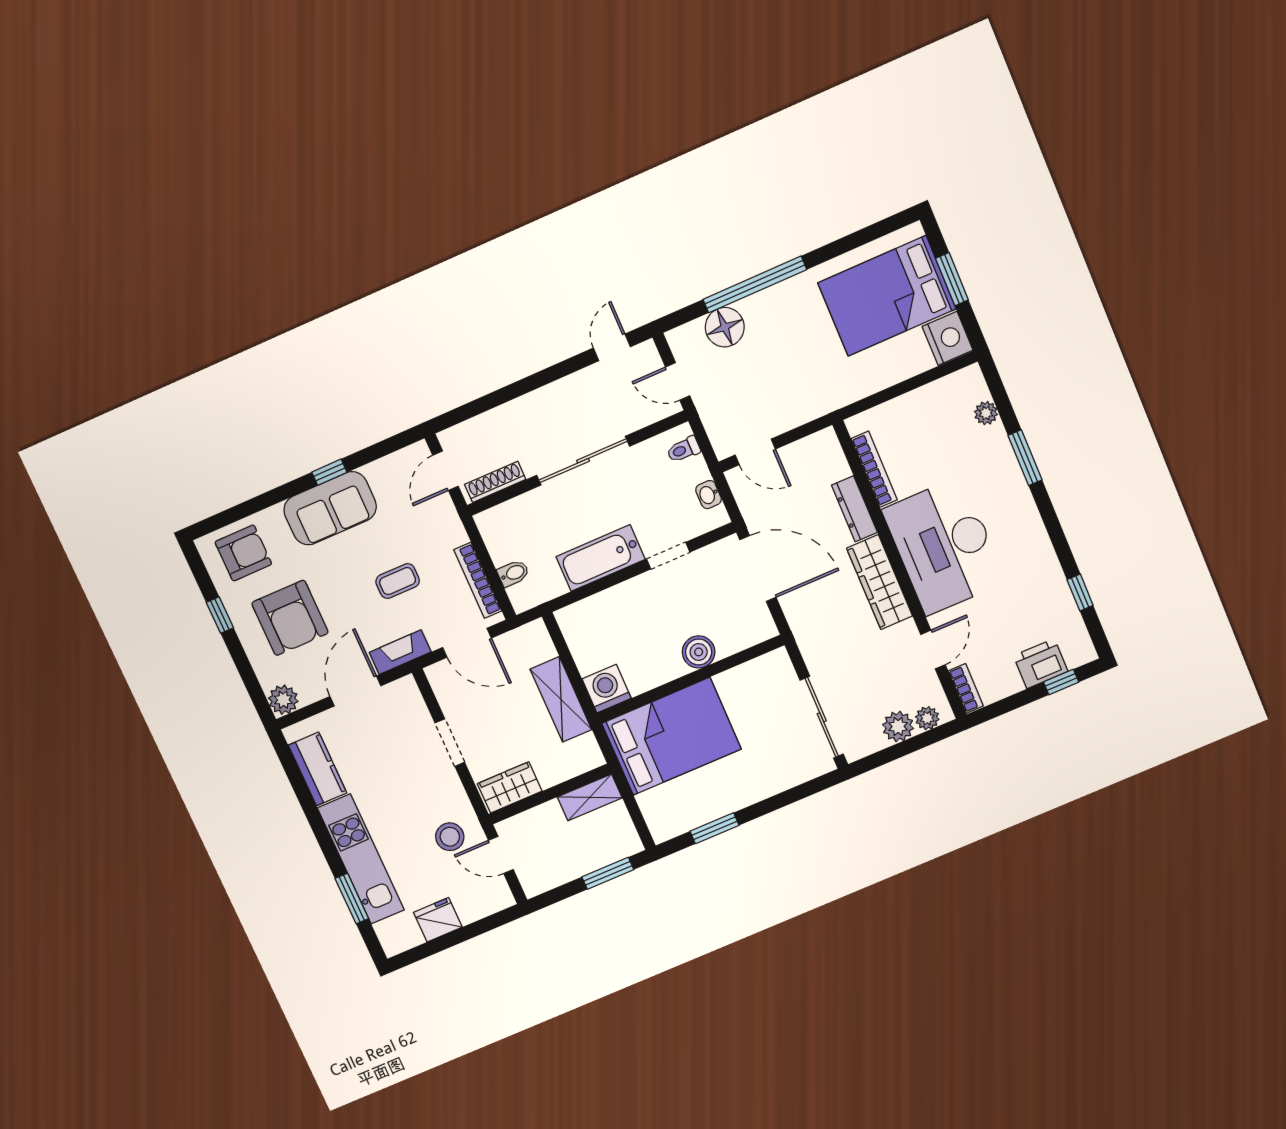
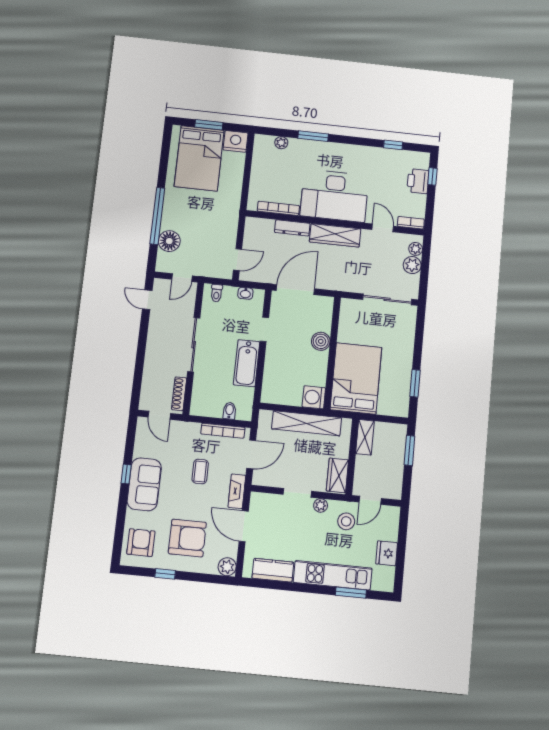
shelving: (561, 699) -> (307, 423), width x1.47
plant: (451, 787) -> (321, 505), added

